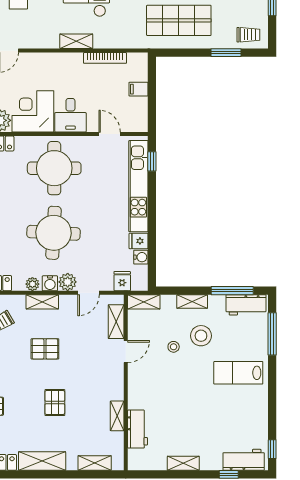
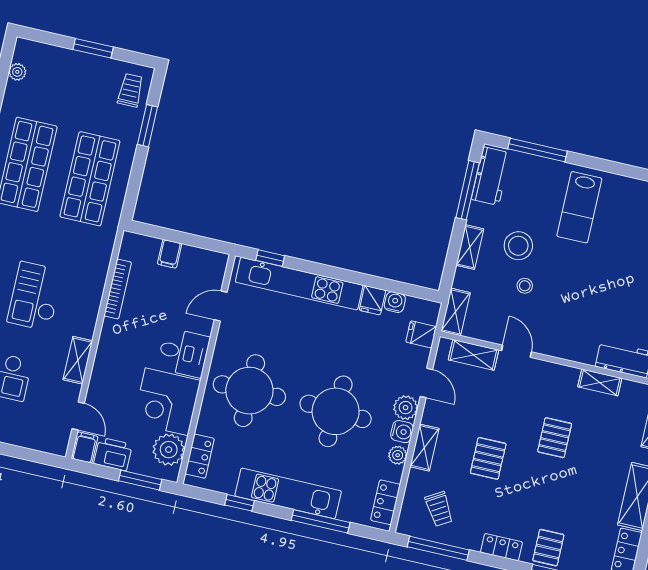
shelving: (76, 41) -> (78, 360), moved
pallet: (55, 403) -> (555, 438), moved, turned 90

